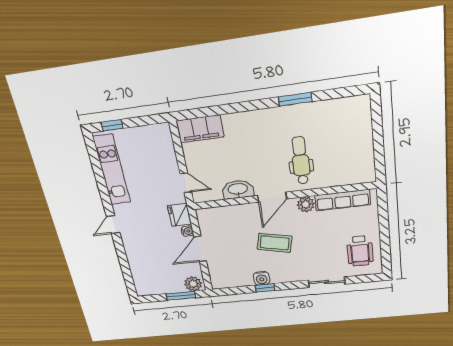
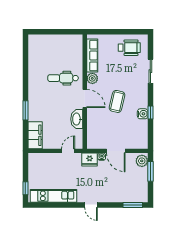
window: (295, 99) -> (25, 110), moved
window: (128, 279) -> (133, 205), added

